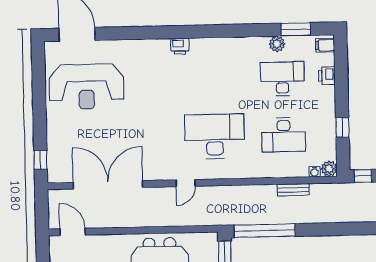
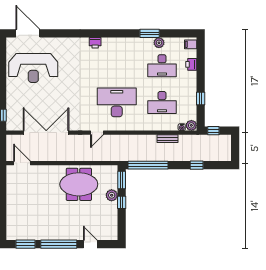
window: (296, 29) -> (150, 33), moved
desk: (282, 79) -> (162, 66), turned 180
window: (339, 229) -> (197, 165), added

